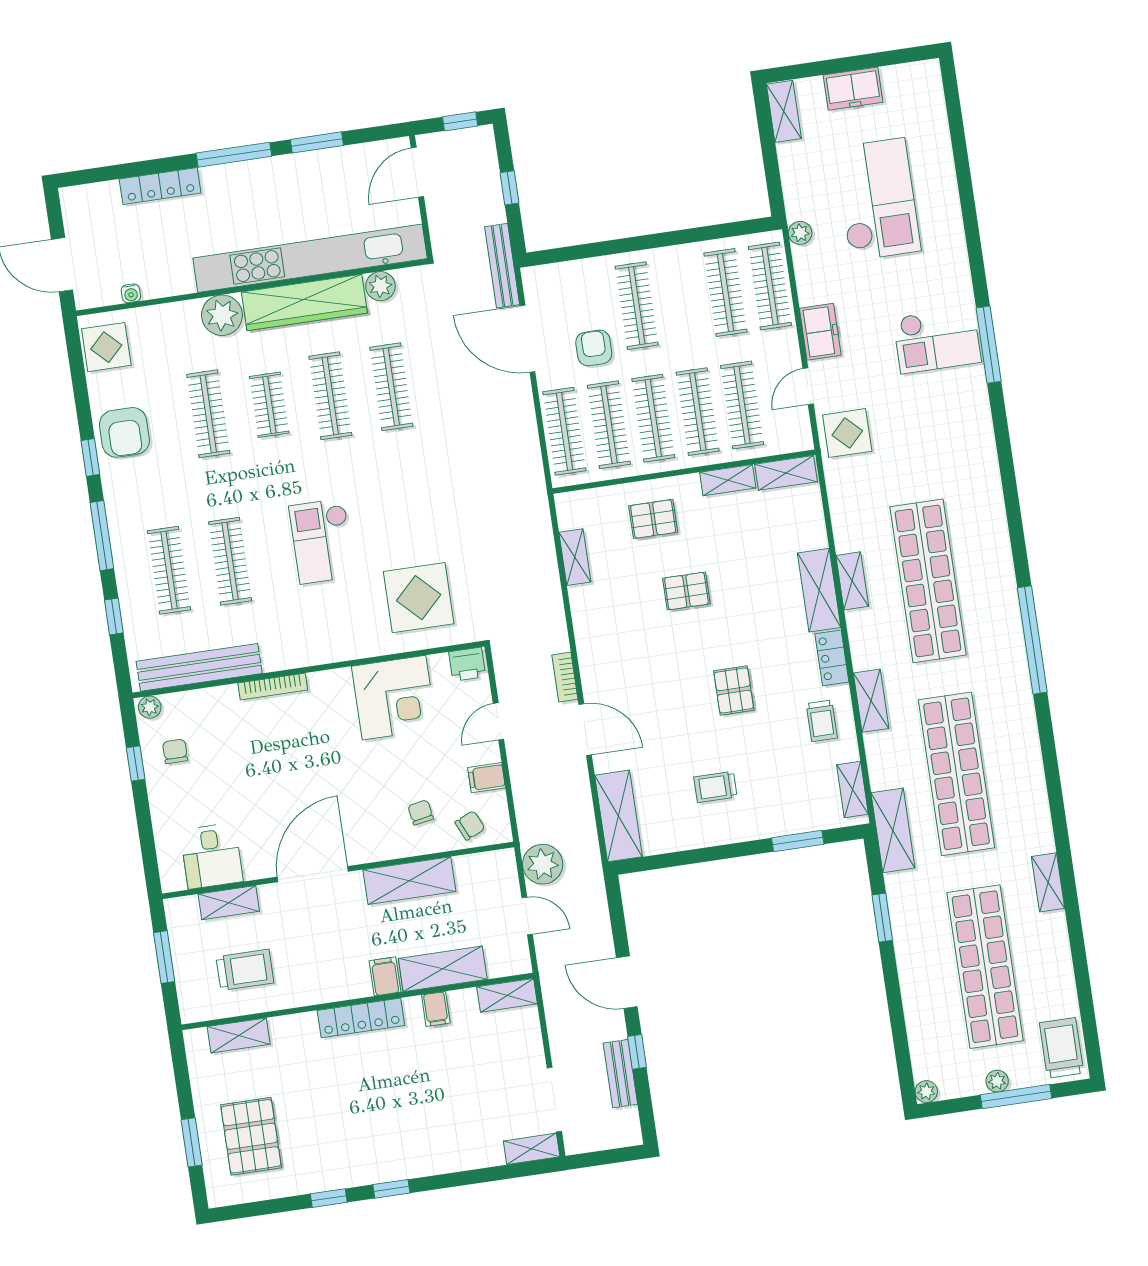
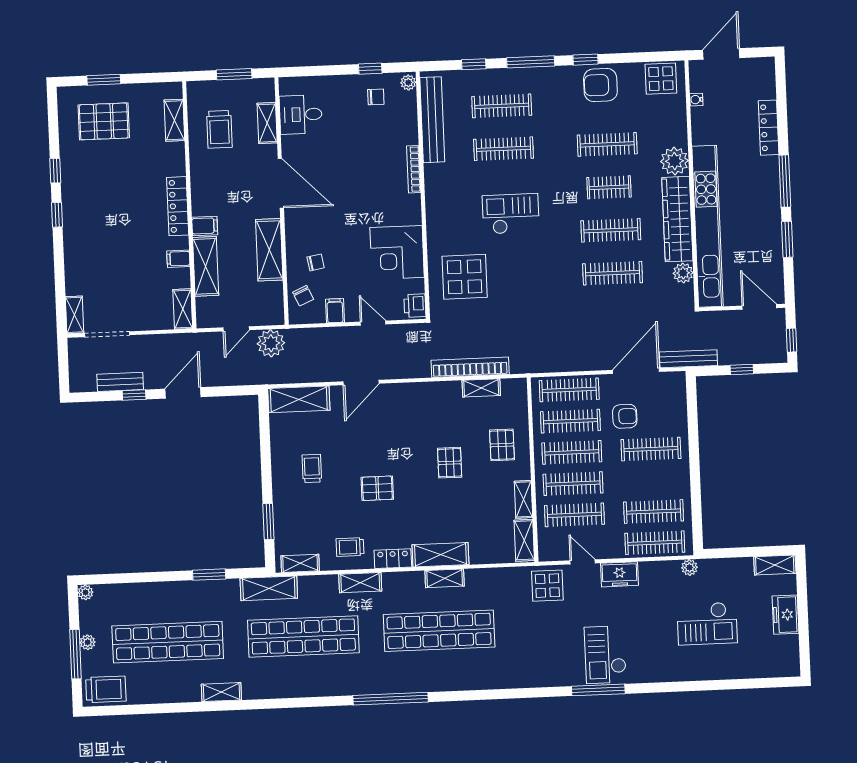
checkout: (877, 199) -> (707, 624), width x0.73, depth x0.83
bookcase: (565, 677) -> (470, 367), moved, width x2.31, depth x1.31

